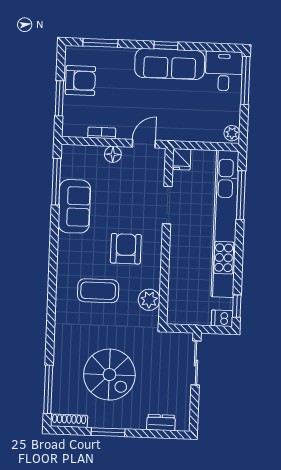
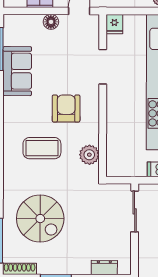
spiral stairs: (109, 375) -> (40, 219), moved

